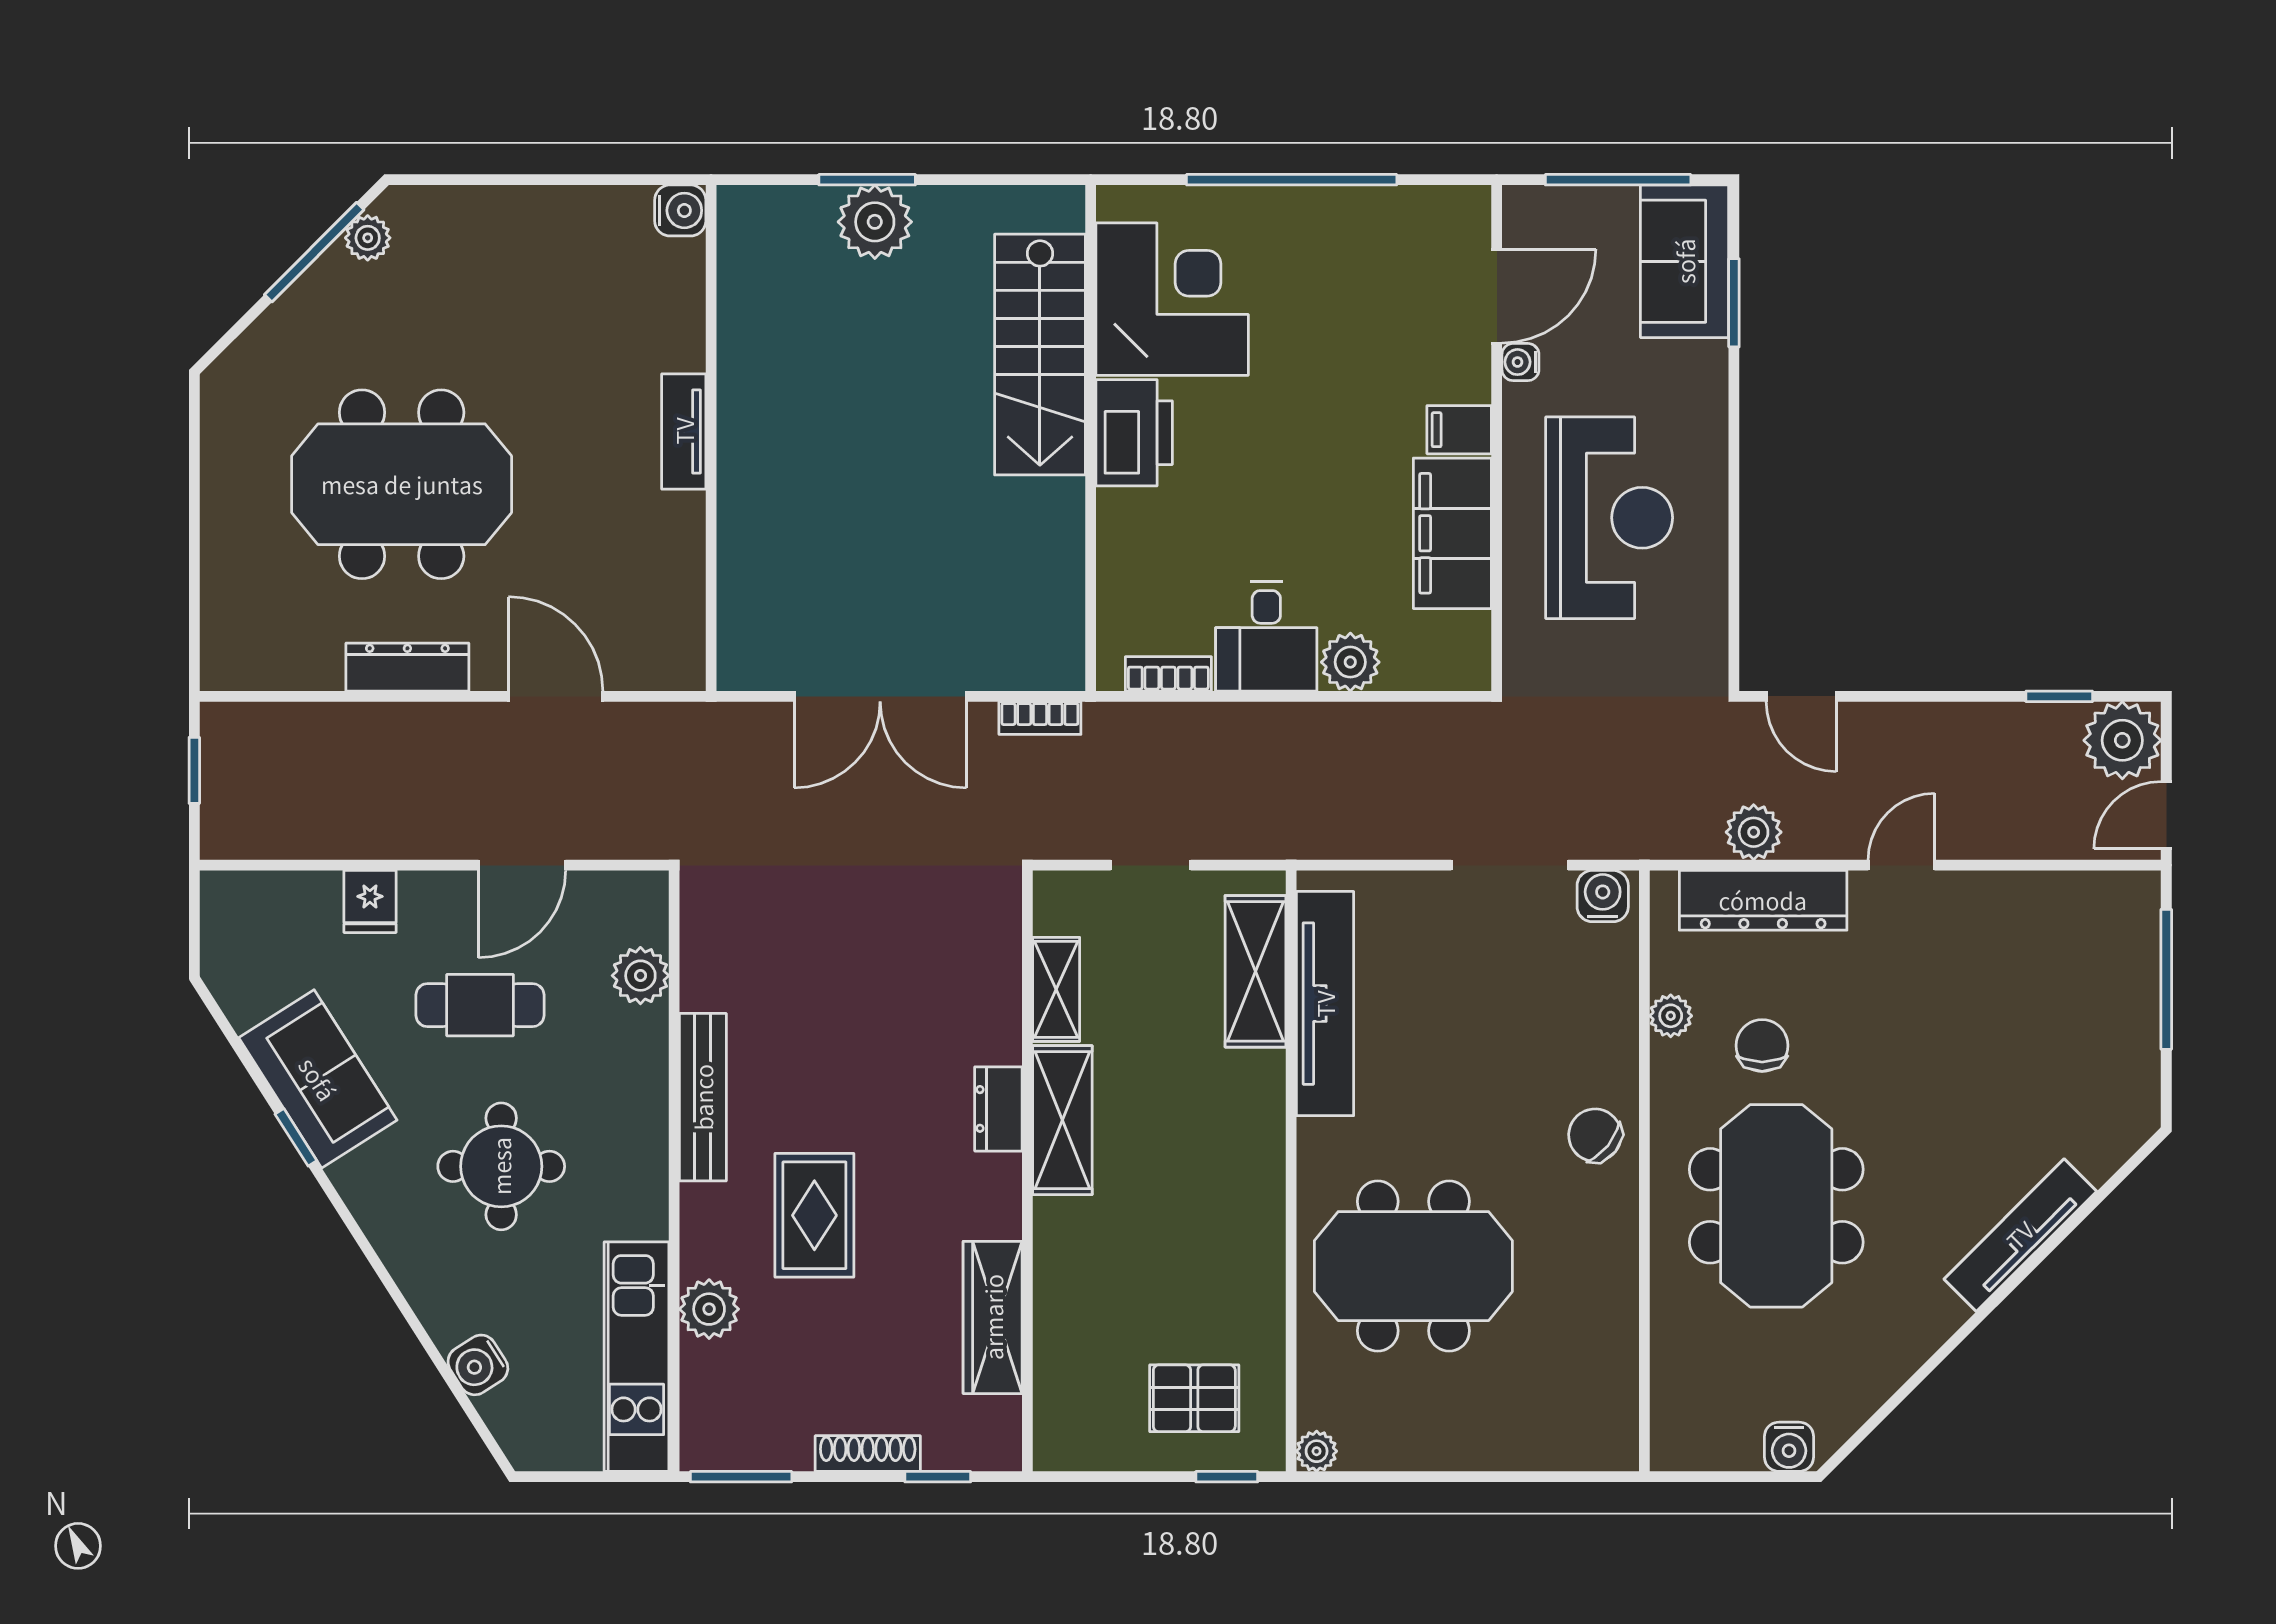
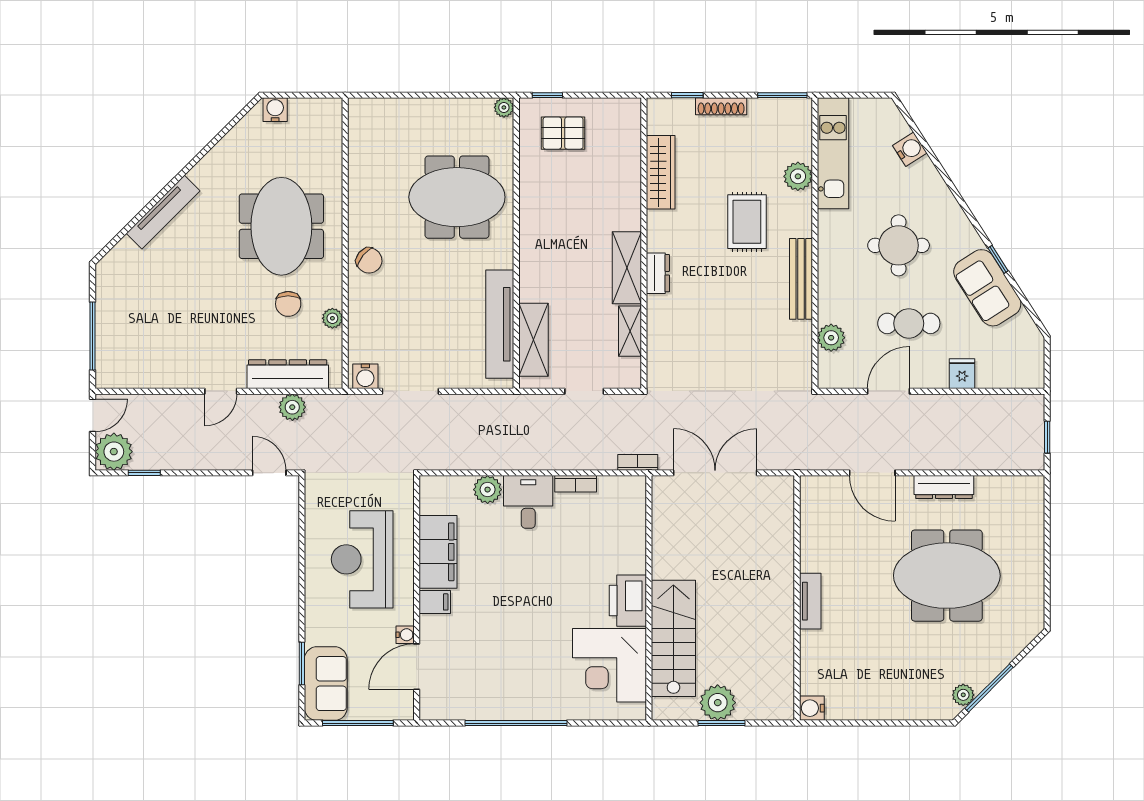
corner desk: (1172, 299) -> (609, 665), moved
stairs: (1040, 355) -> (673, 638), moved
printer: (1134, 433) -> (628, 601), moved
wall: (1091, 438) -> (649, 598), moved

